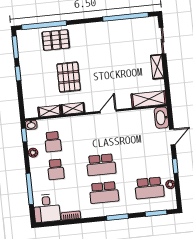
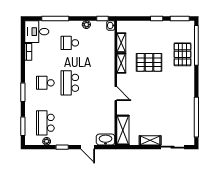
school desk: (53, 142) -> (94, 43), removed
school desk: (104, 193) -> (45, 83), width x0.54

